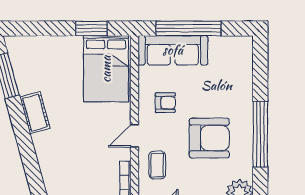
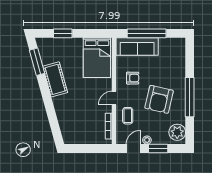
window: (91, 28) -> (63, 33), moved
cot: (35, 113) -> (55, 79), width x1.37, depth x1.34
armchair: (209, 138) -> (159, 99), turned 103

